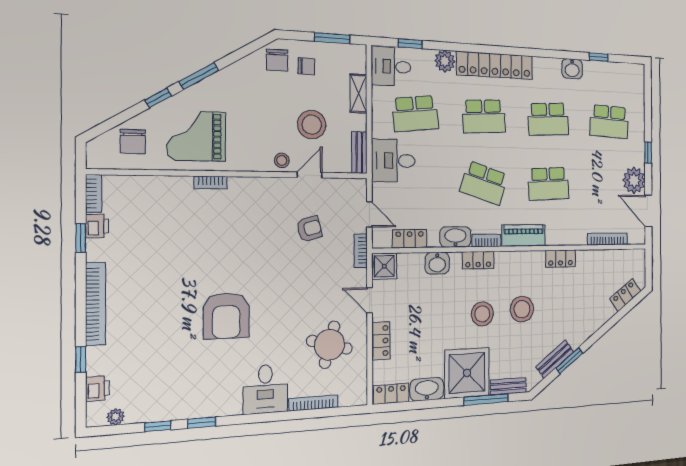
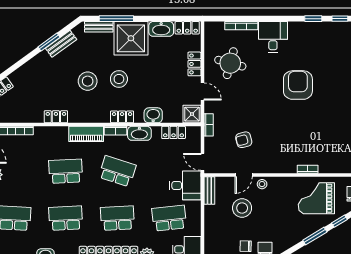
shelving: (359, 94) -> (210, 230), removed
grand piano: (196, 136) -> (316, 198), turned 180
door: (369, 214) -> (202, 162), moved

